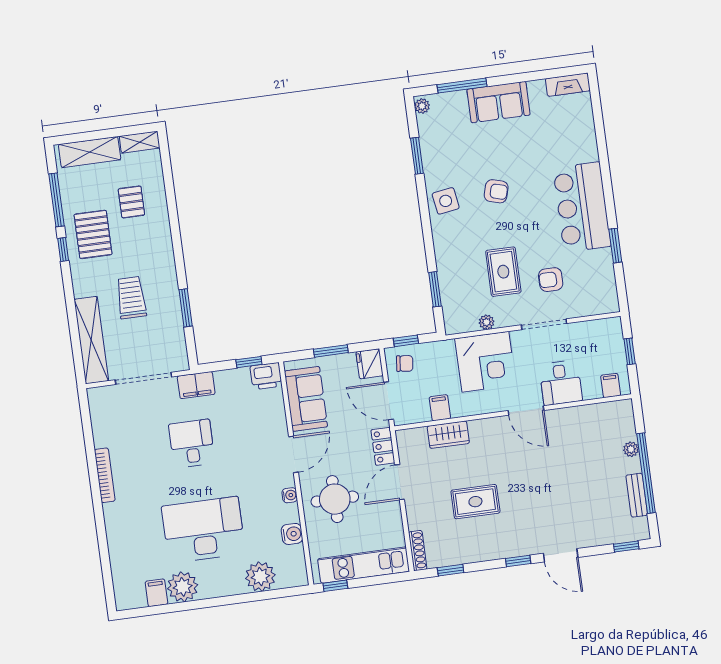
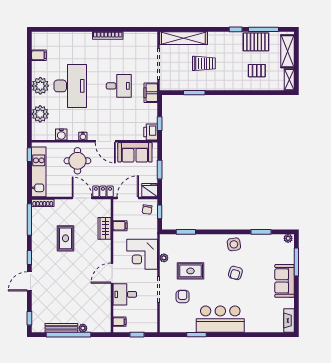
pallet: (93, 234) -> (256, 42), moved
bench: (637, 495) -> (61, 328), width x1.36
window: (451, 570) -> (29, 219), width x2.17
plant: (183, 587) -> (40, 86), moved

